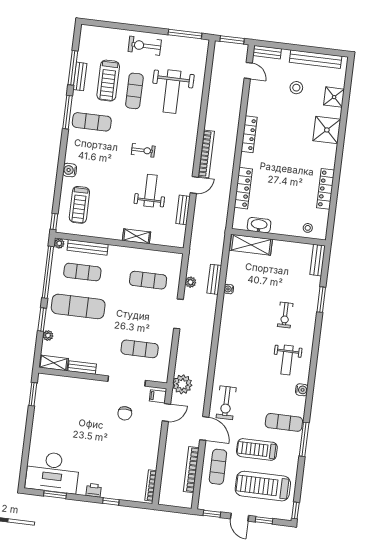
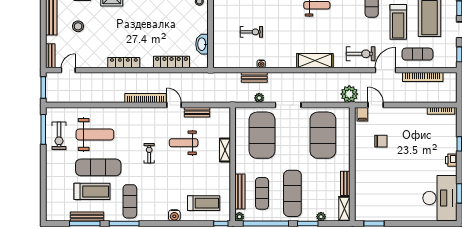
exercise bike: (145, 46) -> (59, 136), moved
bench: (80, 76) -> (87, 217), width x1.36
exercise mat: (134, 91) -> (98, 167), width x1.36, depth x1.45
shelving: (251, 245) -> (315, 61), moved, turned 90
exercise mat: (148, 280) -> (262, 135), width x2.00, depth x1.45
exercise bike: (285, 315) -> (251, 32), moved
exercise mat: (140, 349) -> (323, 135), width x2.00, depth x1.45
doorway: (127, 381) -> (352, 143), removed

